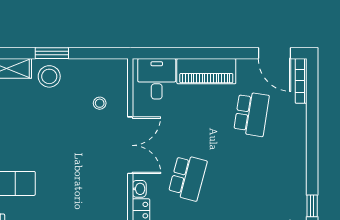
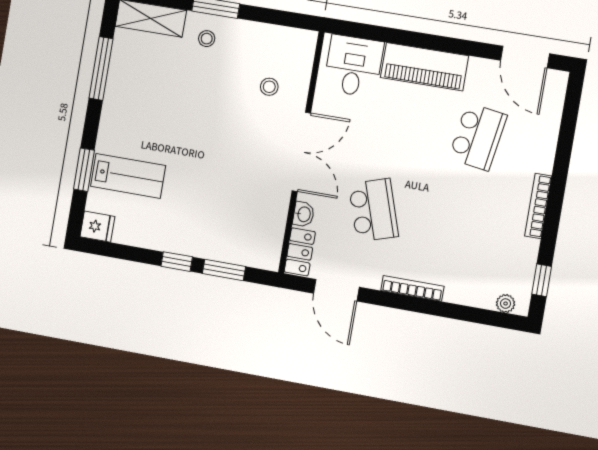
stool: (49, 76) -> (207, 39), width x0.53, depth x0.53
bookcase: (301, 81) -> (538, 206), moved
school desk: (188, 178) -> (373, 210), turned -33

